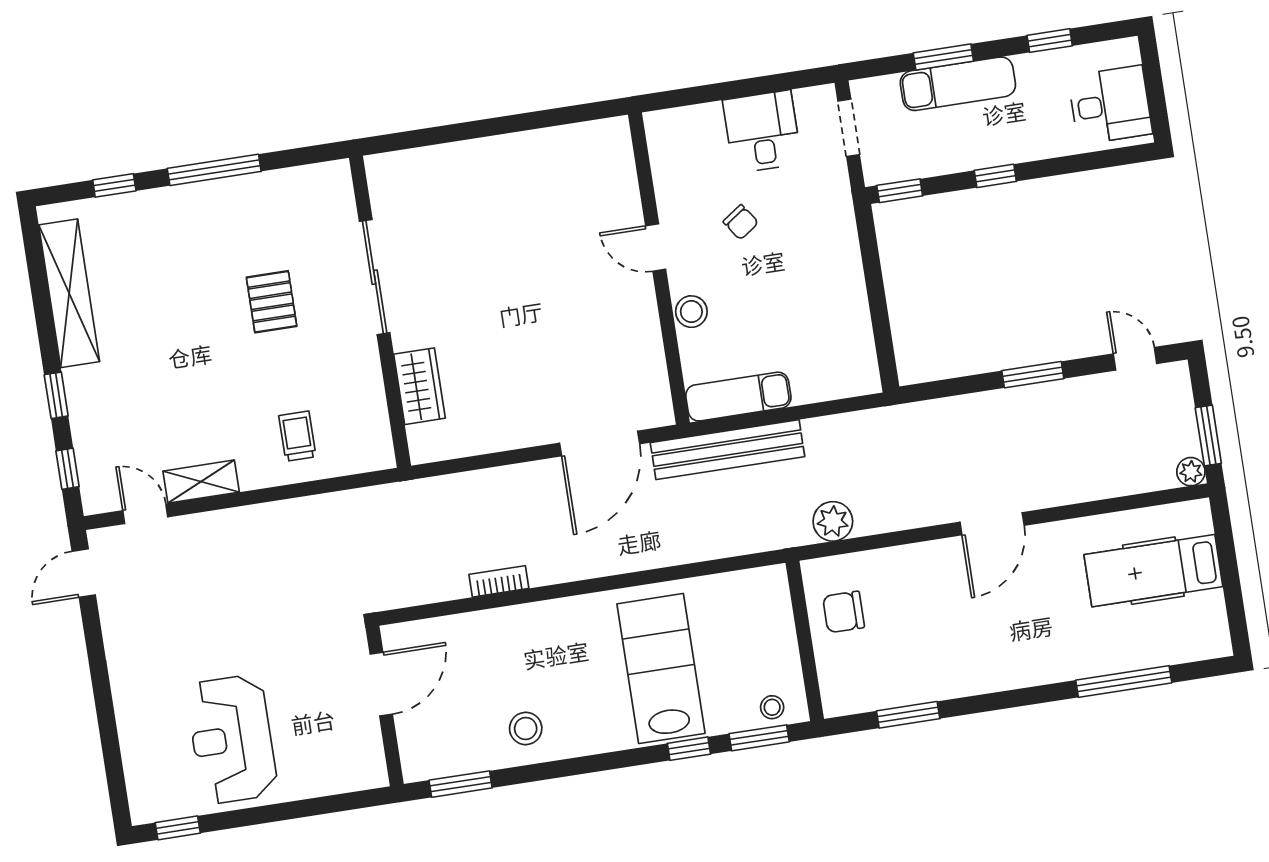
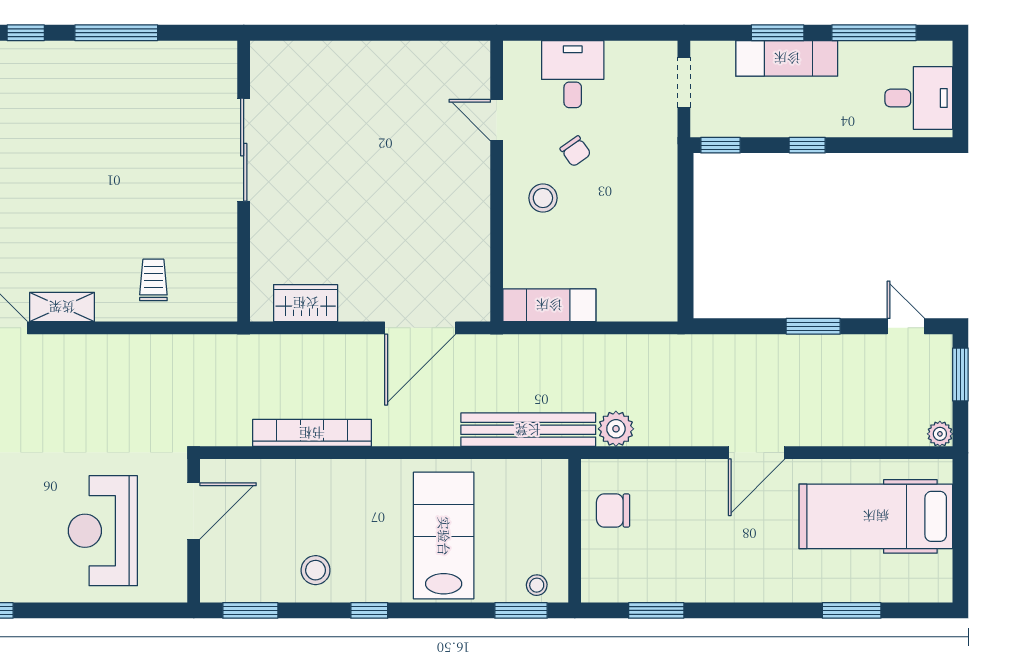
window: (1050, 41) -> (874, 33), width x2.17
desk: (762, 132) -> (573, 74), moved
door: (656, 247) -> (497, 120), moved
pallet: (272, 302) -> (149, 157), removed
stool: (691, 312) -> (543, 198), moved
wardrobe: (419, 386) -> (306, 303), moved, turned -90
window: (1208, 436) -> (960, 374), moved
bench: (727, 450) -> (528, 430), moved
hospital bed: (1153, 571) -> (876, 516), width x1.37, depth x1.29
bookcase: (499, 581) -> (312, 433), width x2.31, depth x1.31
window: (1124, 681) -> (852, 610), width x0.69
reception desk: (232, 739) -> (103, 531), moved
window: (689, 749) -> (369, 610), moved

